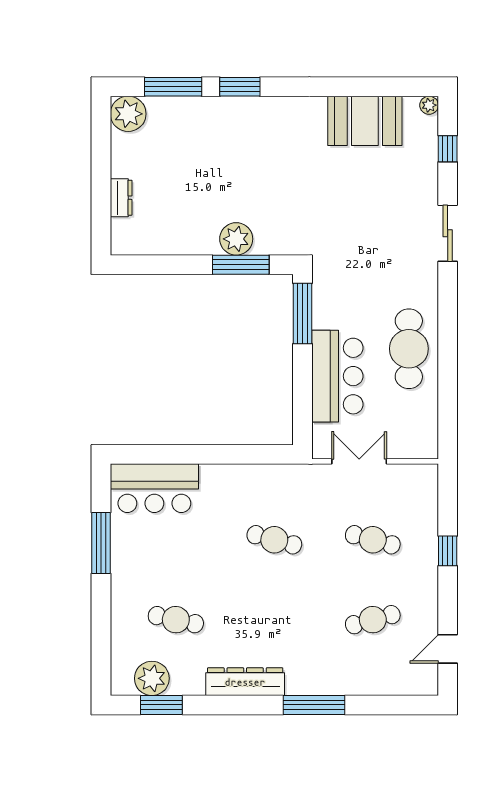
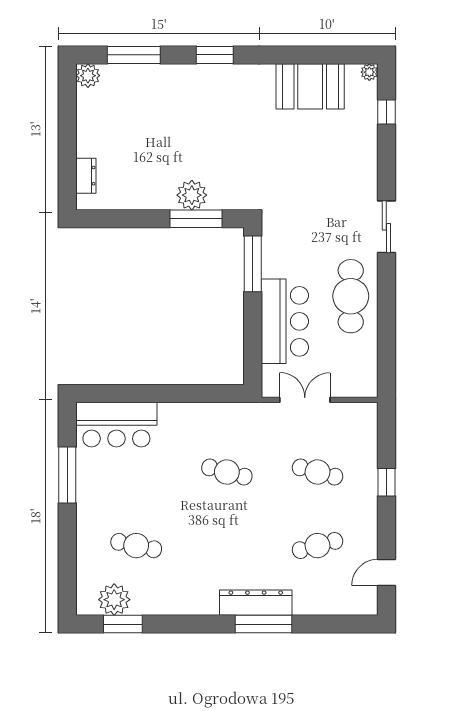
window: (240, 87) -> (215, 55), moved
plant: (128, 114) -> (88, 76), width x0.73, depth x0.73
dresser: (121, 198) -> (86, 176), moved
sliding door: (448, 233) -> (386, 227), moved
dresser: (245, 682) -> (256, 603), moved

